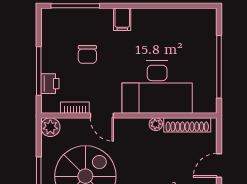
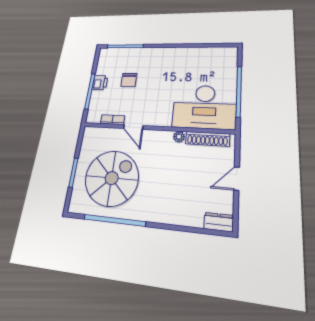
filing cabinet: (122, 19) -> (160, 55), removed
printer: (50, 84) -> (100, 83), moved
desk: (157, 87) -> (204, 107), moved
plant: (50, 127) -> (90, 134), removed

